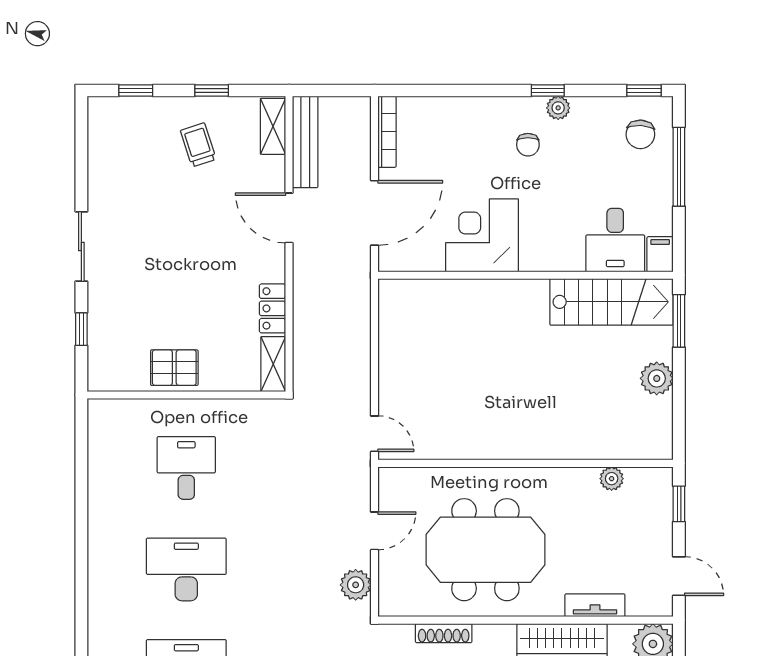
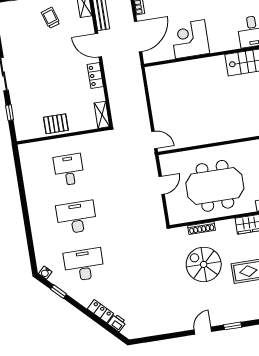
locker: (272, 308) -> (95, 75), moved
plant: (356, 585) -> (157, 212), removed

